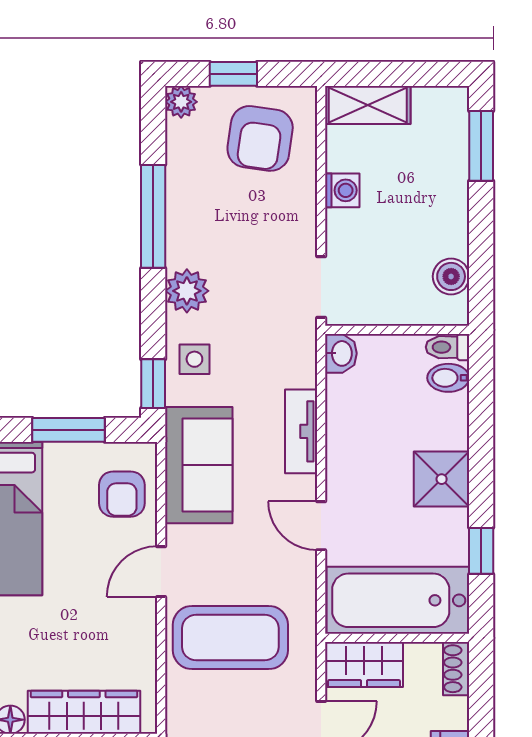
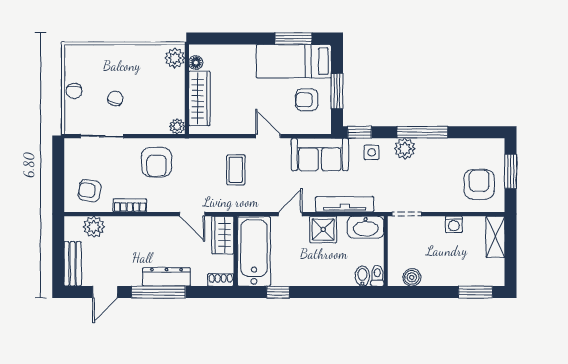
window: (233, 74) -> (511, 171), width x1.50
plant: (181, 102) -> (497, 146), removed
armchair: (260, 138) -> (479, 184), turned 82
window: (153, 216) -> (422, 132), moved
washbasin: (341, 353) -> (366, 227), width x1.91, depth x1.45
tv unit: (301, 431) -> (345, 204), width x1.41
shower: (442, 479) -> (323, 229), moved
armchair: (122, 494) -> (307, 100), moved
coffee table: (230, 638) -> (236, 170), width x0.54, depth x0.58

